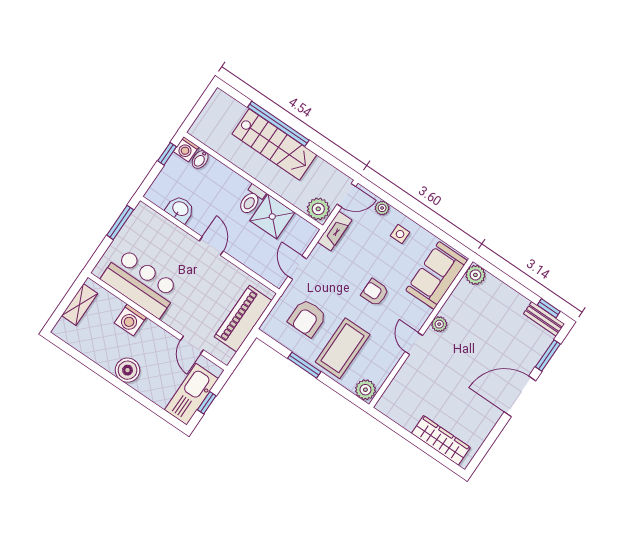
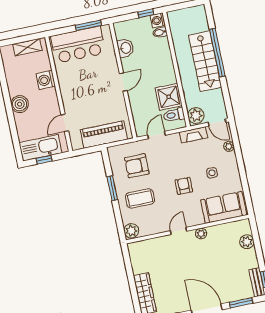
toilet: (251, 200) -> (174, 115), moved
side table: (400, 234) -> (212, 173), moved
plant: (475, 275) -> (247, 242), moved
bar counter: (141, 283) -> (78, 45), moved, turned 90
coffee table: (343, 348) -> (140, 198), width x0.73, depth x0.76

